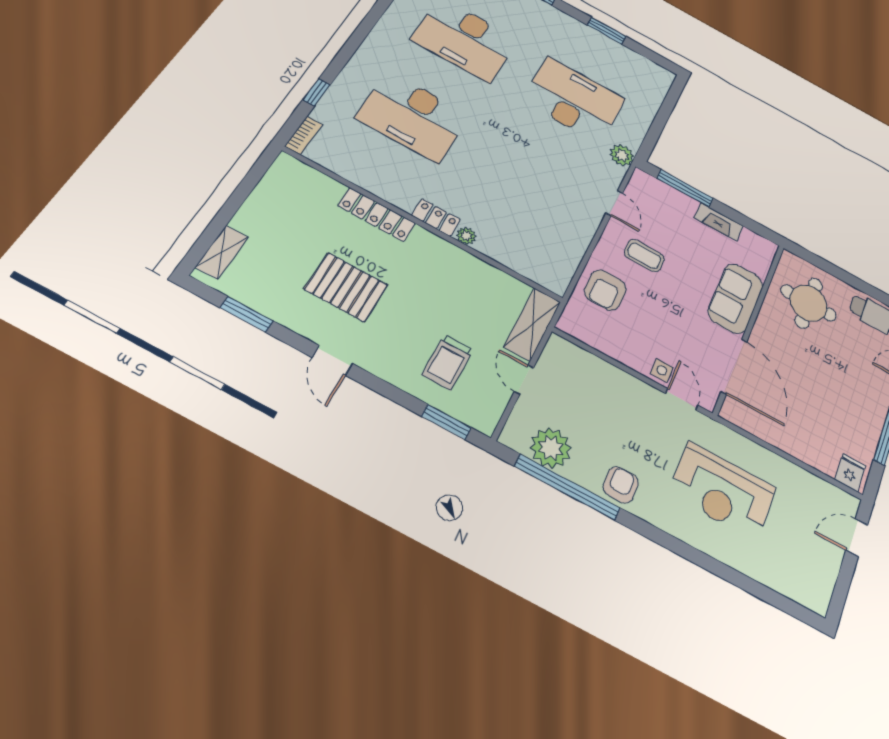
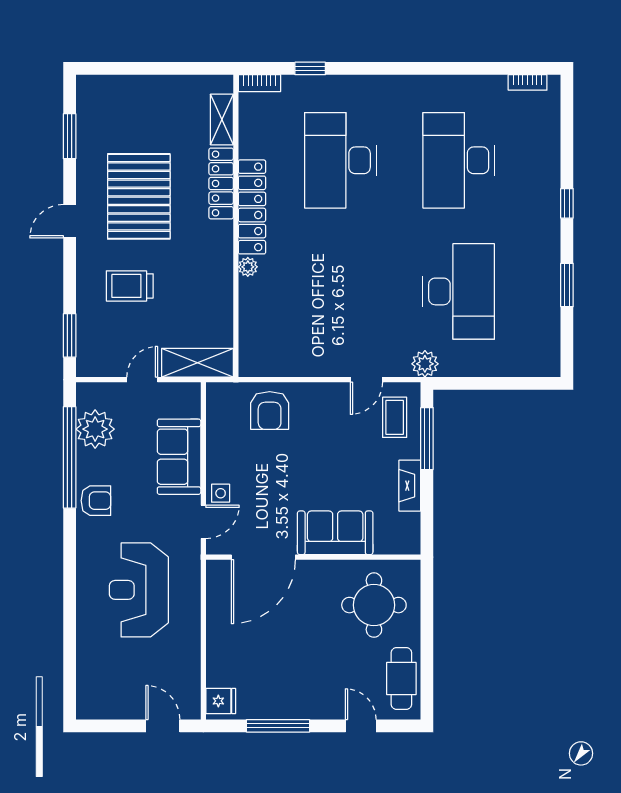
locker: (436, 218) -> (252, 207), width x2.16, depth x1.21
shelving: (222, 252) -> (222, 120), moved, turned 90
coffee table: (644, 256) -> (395, 417), moved
pallet: (346, 287) -> (139, 196), width x1.37, depth x1.41
armchair: (605, 290) -> (270, 410), turned -90
trolley: (448, 362) -> (130, 286), moved
sofa: (612, 387) -> (179, 457), added

